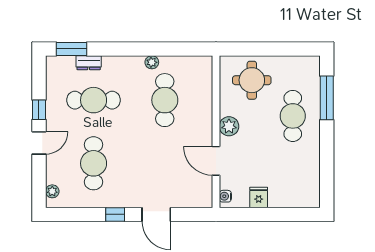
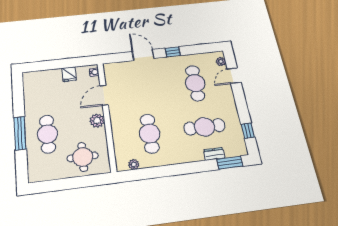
plant: (152, 62) -> (134, 164), moved
window: (327, 98) -> (20, 133), moved
window: (39, 110) -> (248, 131), moved
door: (39, 143) -> (234, 76), moved
door: (216, 161) -> (104, 95), swing flipped

